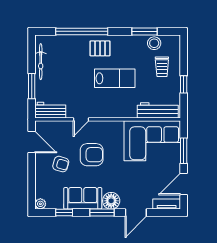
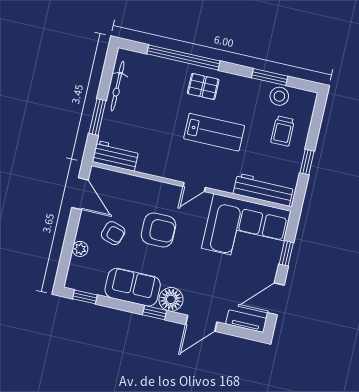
door: (81, 119) -> (194, 187), moved
window: (184, 151) -> (286, 253), width x0.67
plant: (40, 204) -> (80, 249), moved
window: (64, 213) -> (85, 297), moved
window: (102, 213) -> (155, 313), width x0.67

